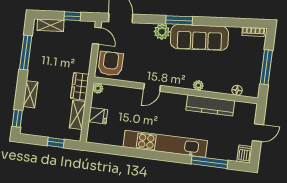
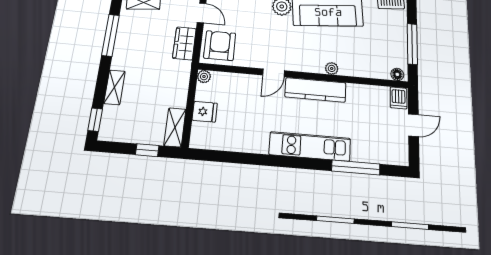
wardrobe: (80, 86) -> (184, 43), moved
floor lamp: (237, 90) -> (397, 74), moved
kitchen counter: (210, 105) -> (315, 90), moved
shelving: (77, 115) -> (175, 127), moved
kitchen unit: (165, 144) -> (310, 146), width x0.73
dishwasher: (244, 154) -> (398, 98), moved, turned 180

